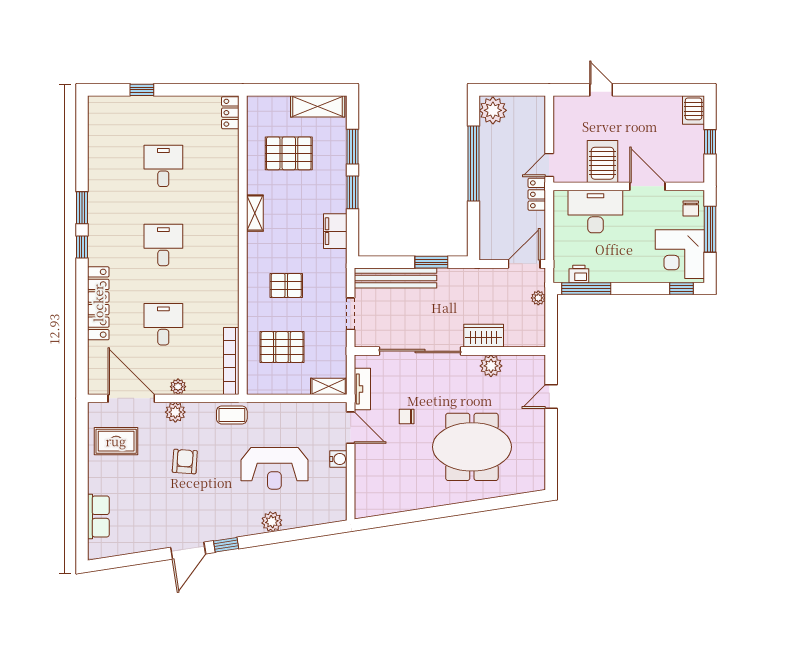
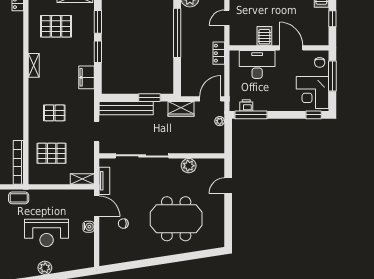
server rack: (602, 162) -> (264, 36), width x0.73, depth x0.70
door: (549, 165) -> (227, 18), moved
wardrobe: (484, 336) -> (181, 109), moved, turned 180
chair: (407, 417) -> (123, 224), moved

